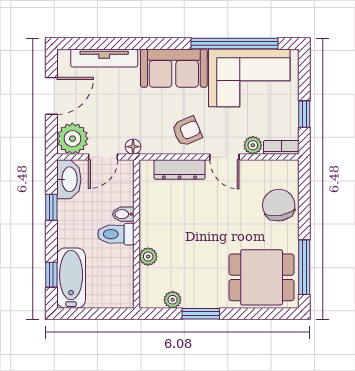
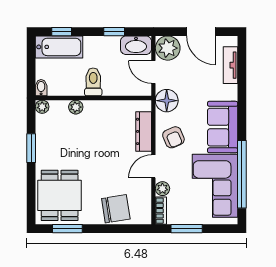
tv unit: (104, 58) -> (231, 65), width x0.71
window: (304, 114) -> (187, 229), width x1.50
floor lamp: (133, 147) -> (167, 101), width x1.89, depth x1.89
bidet: (123, 214) -> (41, 88), moved
window: (304, 267) -> (67, 229), width x0.69
plant: (173, 300) -> (42, 107), moved

